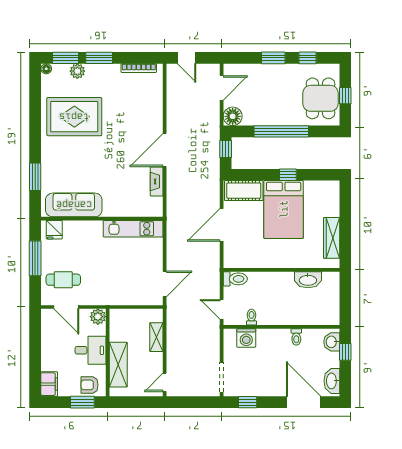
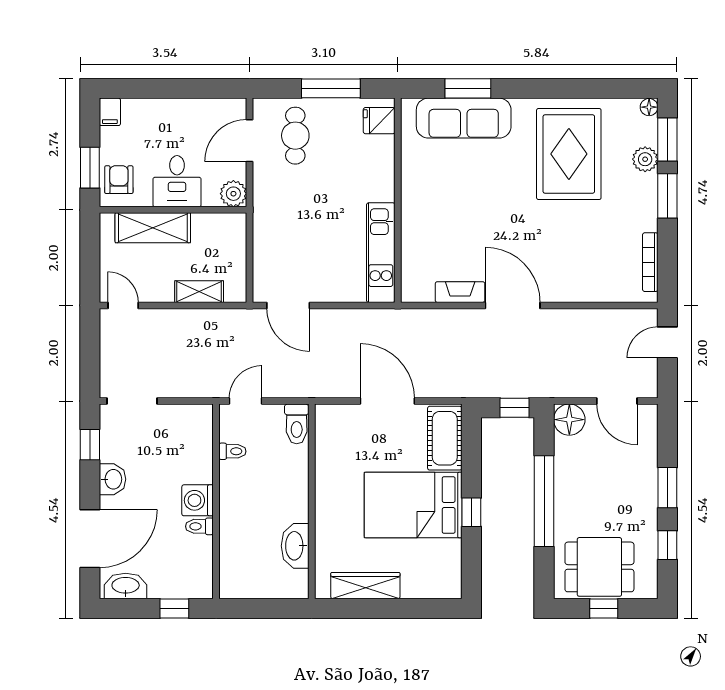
sofa: (74, 205) -> (464, 118), moved, turned 90
washing machine: (246, 338) -> (198, 500), moved
washbasin: (332, 342) -> (113, 479), moved, turned 90
filing cabinet: (49, 384) -> (110, 112), width x0.50

